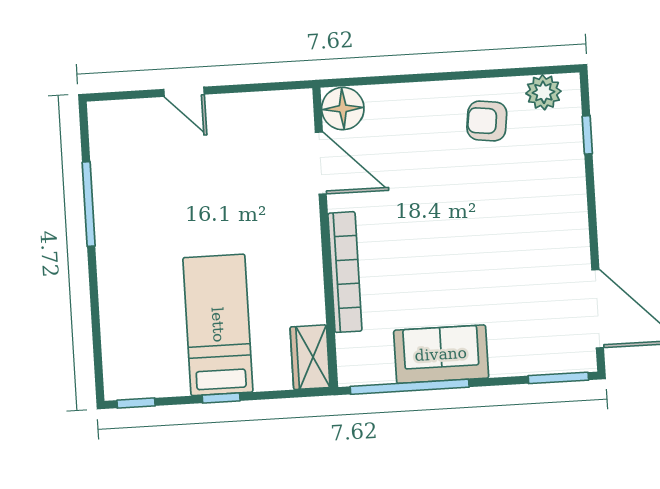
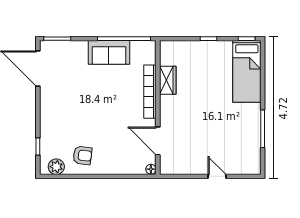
floor lamp: (343, 109) -> (151, 169), width x0.53, depth x0.53
bed: (218, 325) -> (247, 71), moved
wardrobe: (310, 357) -> (168, 80), moved

